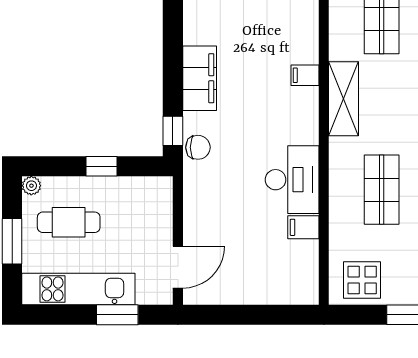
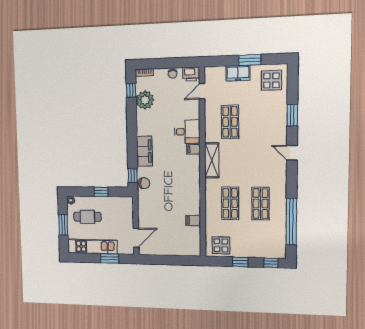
desk: (292, 180) -> (187, 132), moved, width x0.73

